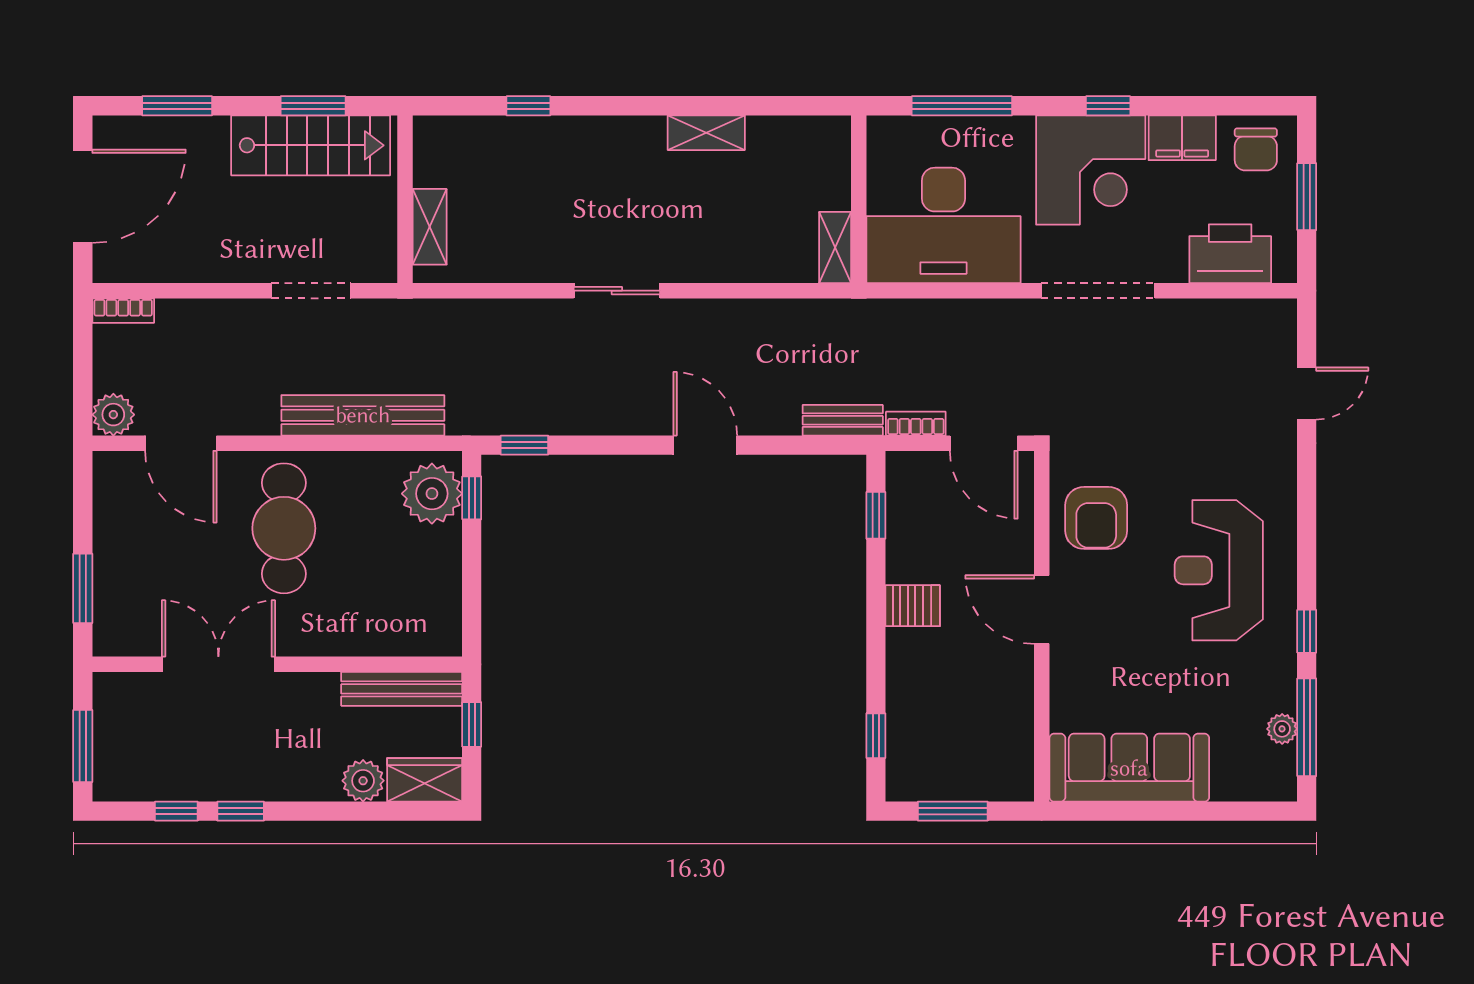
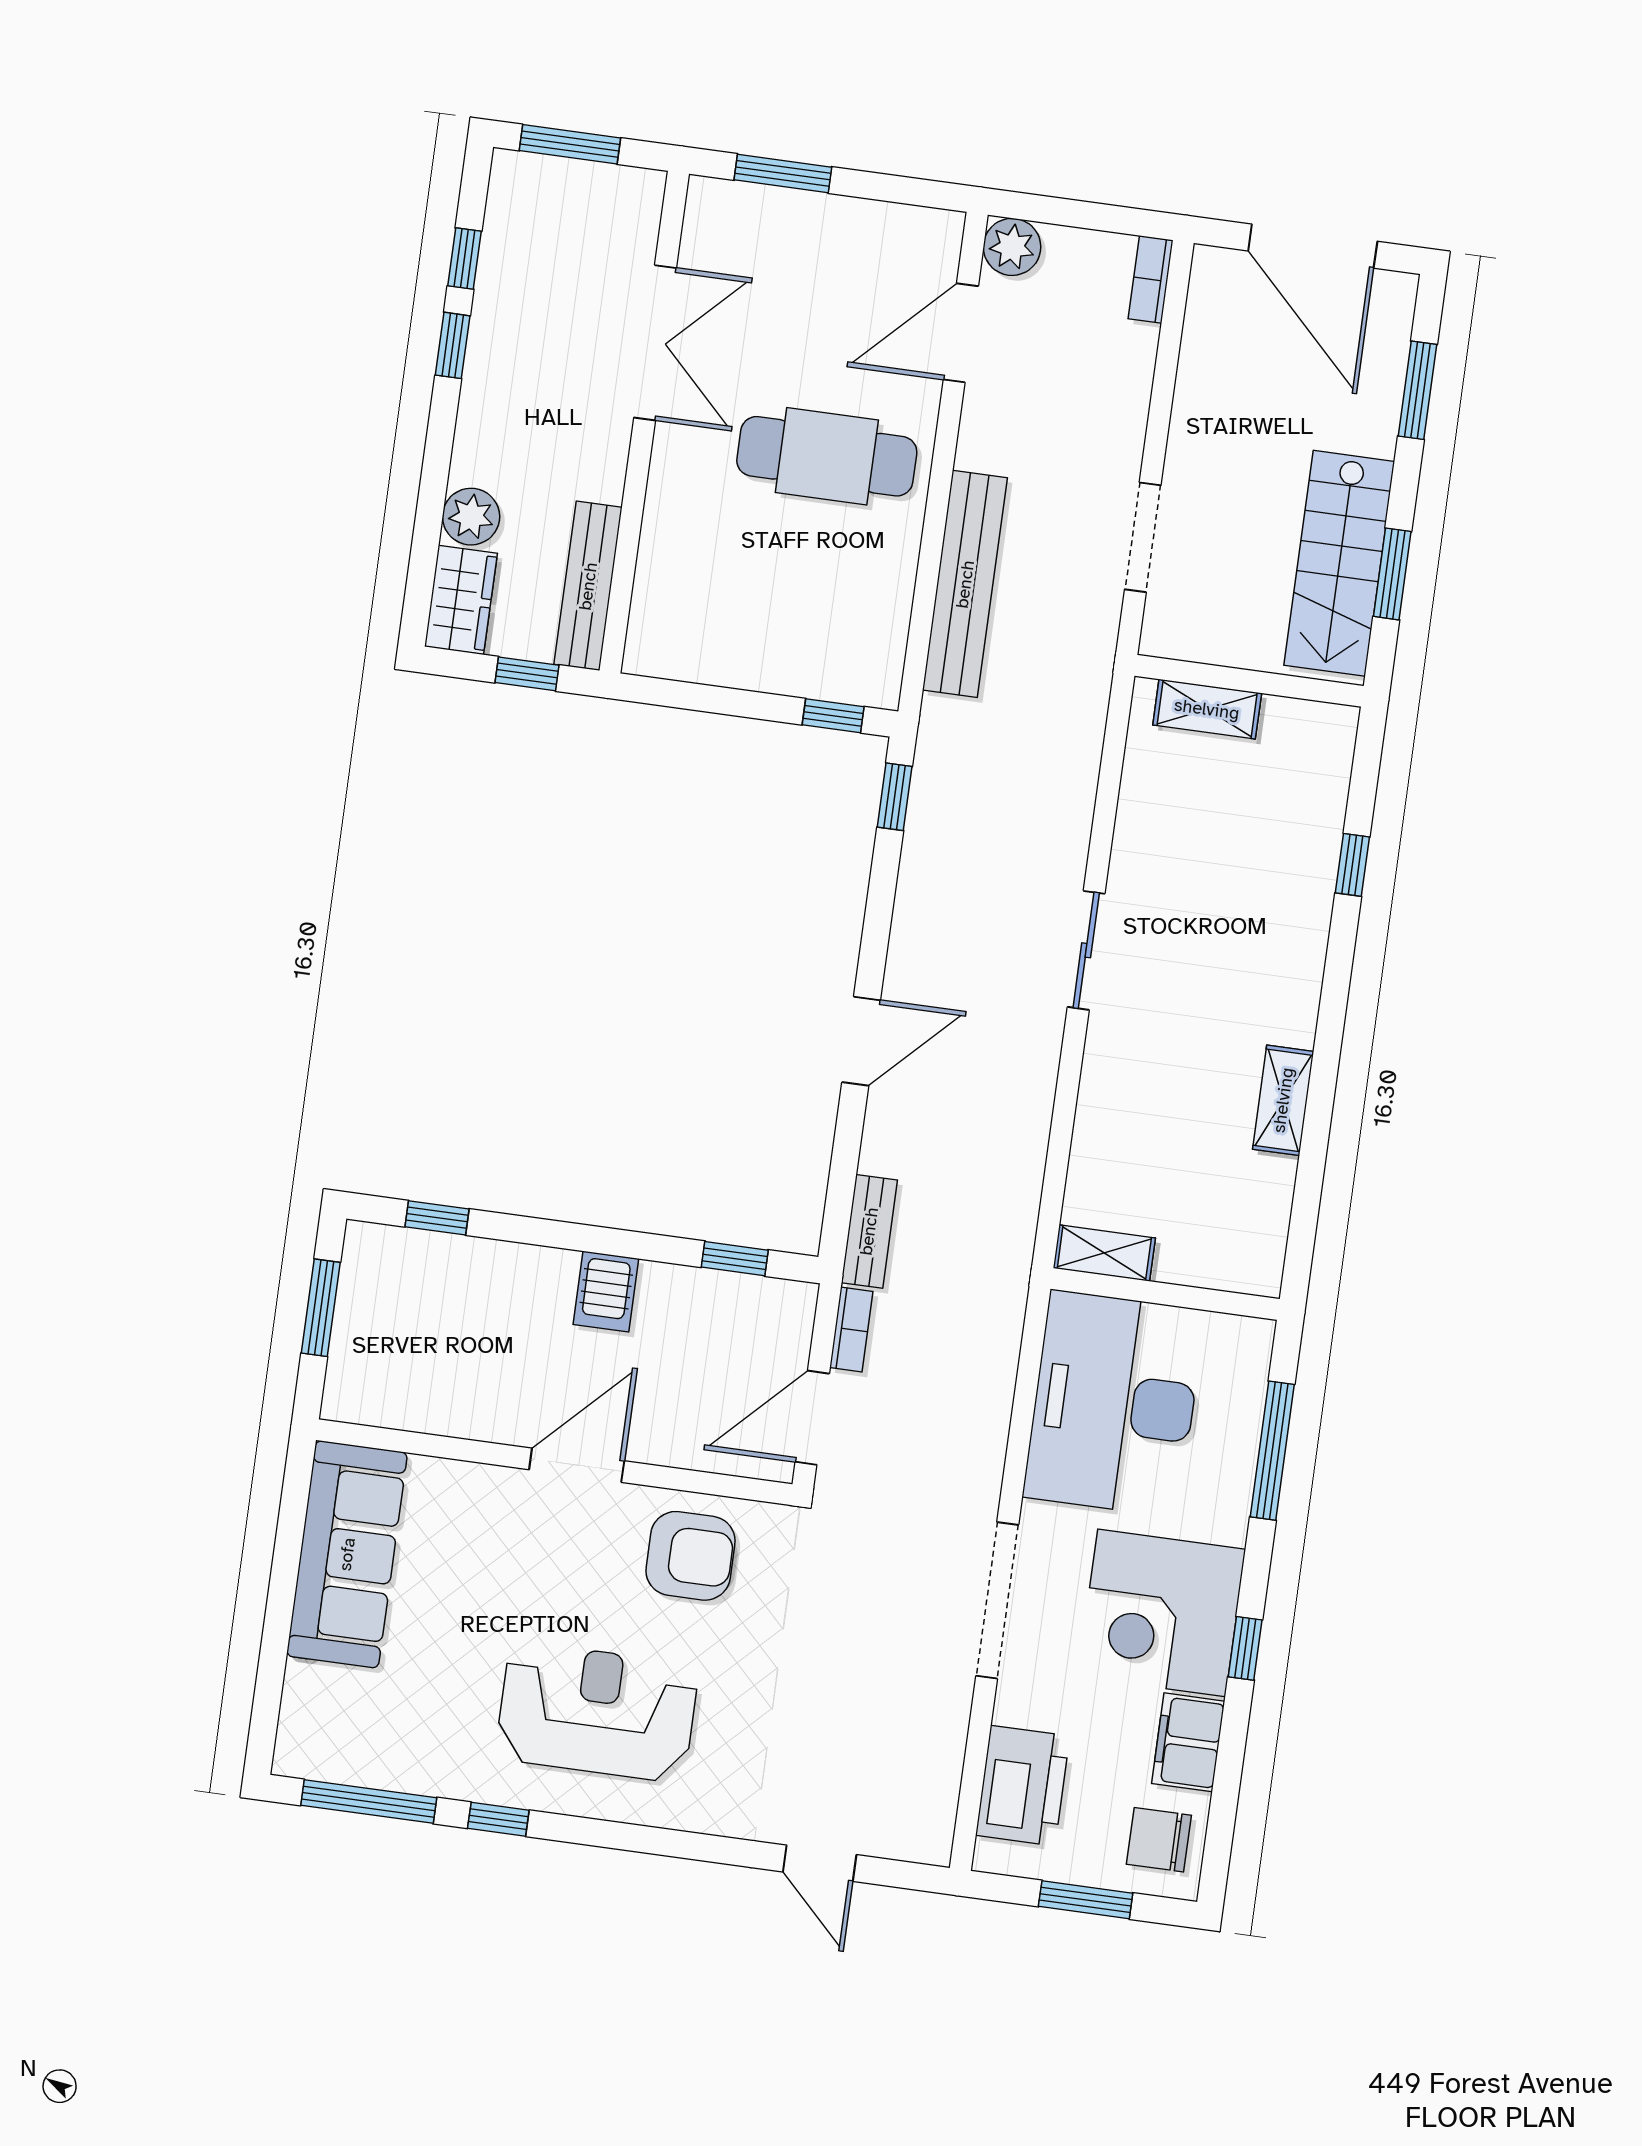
plant: (432, 494) -> (846, 663), removed
armchair: (1096, 518) -> (690, 1556), turned 180
plant: (1282, 729) -> (371, 1768), removed

